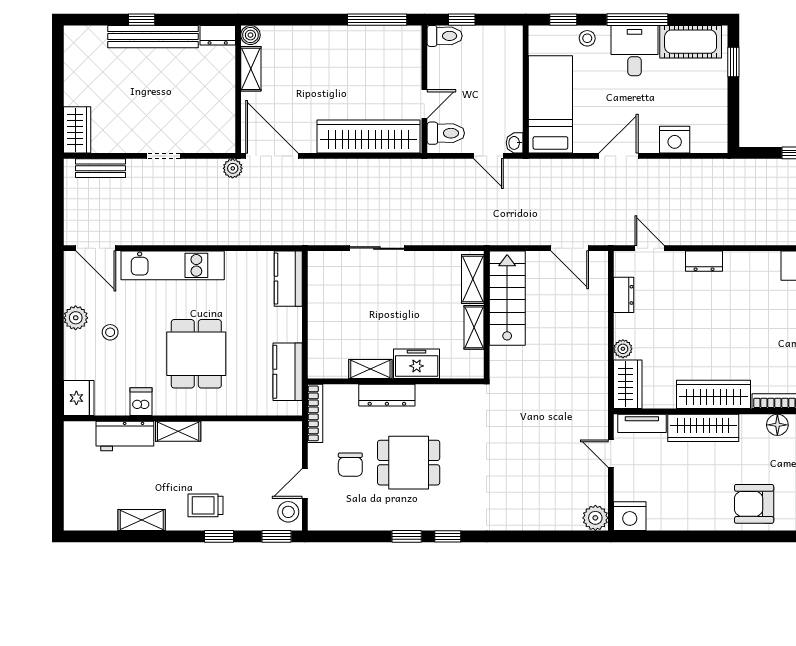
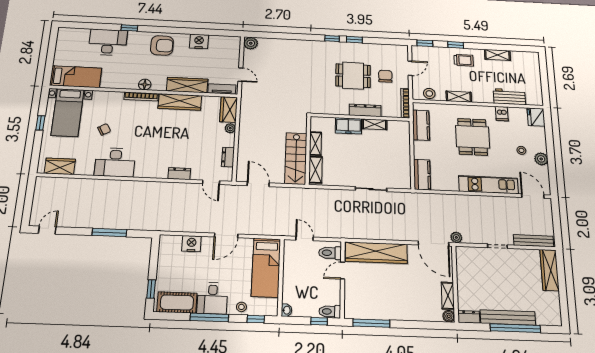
window: (142, 20) -> (515, 328), width x3.17
wardrobe: (77, 130) -> (549, 270), width x1.50
washbasin: (515, 143) -> (287, 310), moved
bench: (101, 168) -> (534, 241), width x1.36
shelving: (178, 431) -> (459, 97), moved
stool: (288, 512) -> (429, 93), moved
nightstand: (630, 516) -> (199, 41), moved

